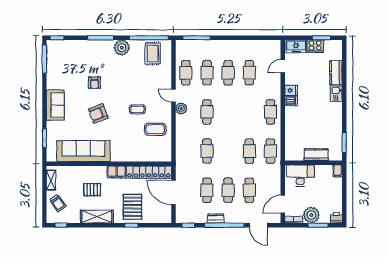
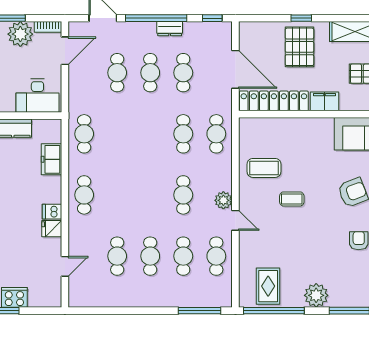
freezer: (296, 46) -> (52, 159), moved, turned -90
cafe table: (249, 151) -> (216, 134), moved

